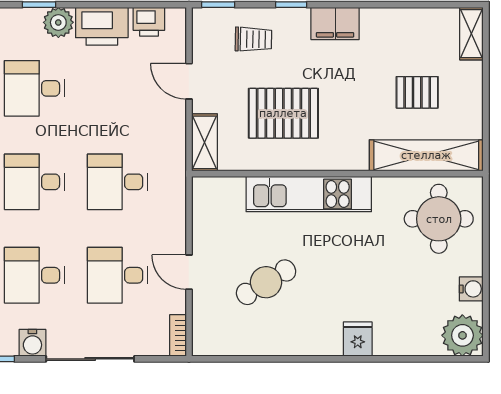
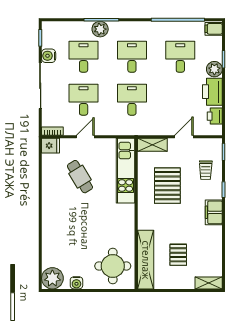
kitchen unit: (309, 194) -> (126, 171), moved
fridge: (358, 339) -> (51, 146), moved

